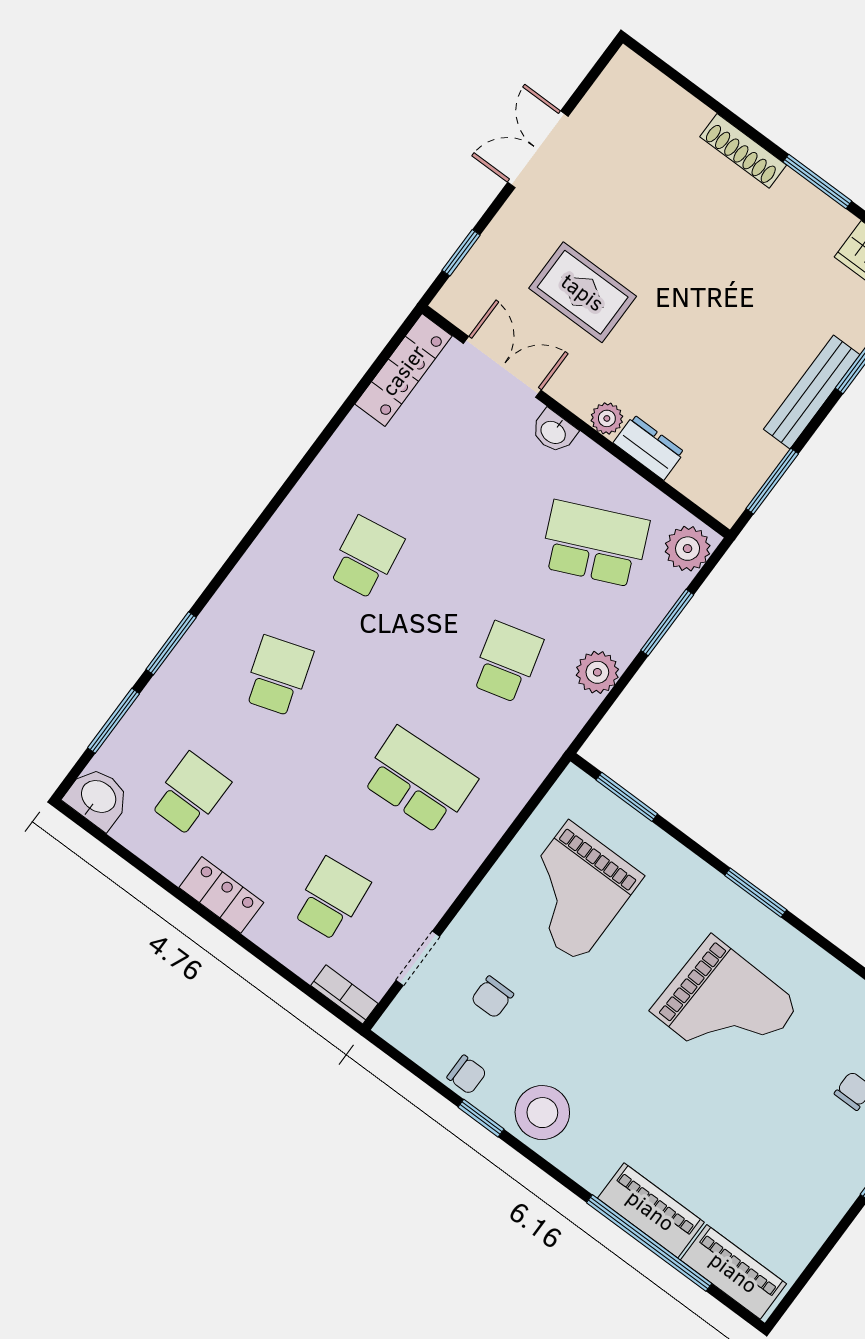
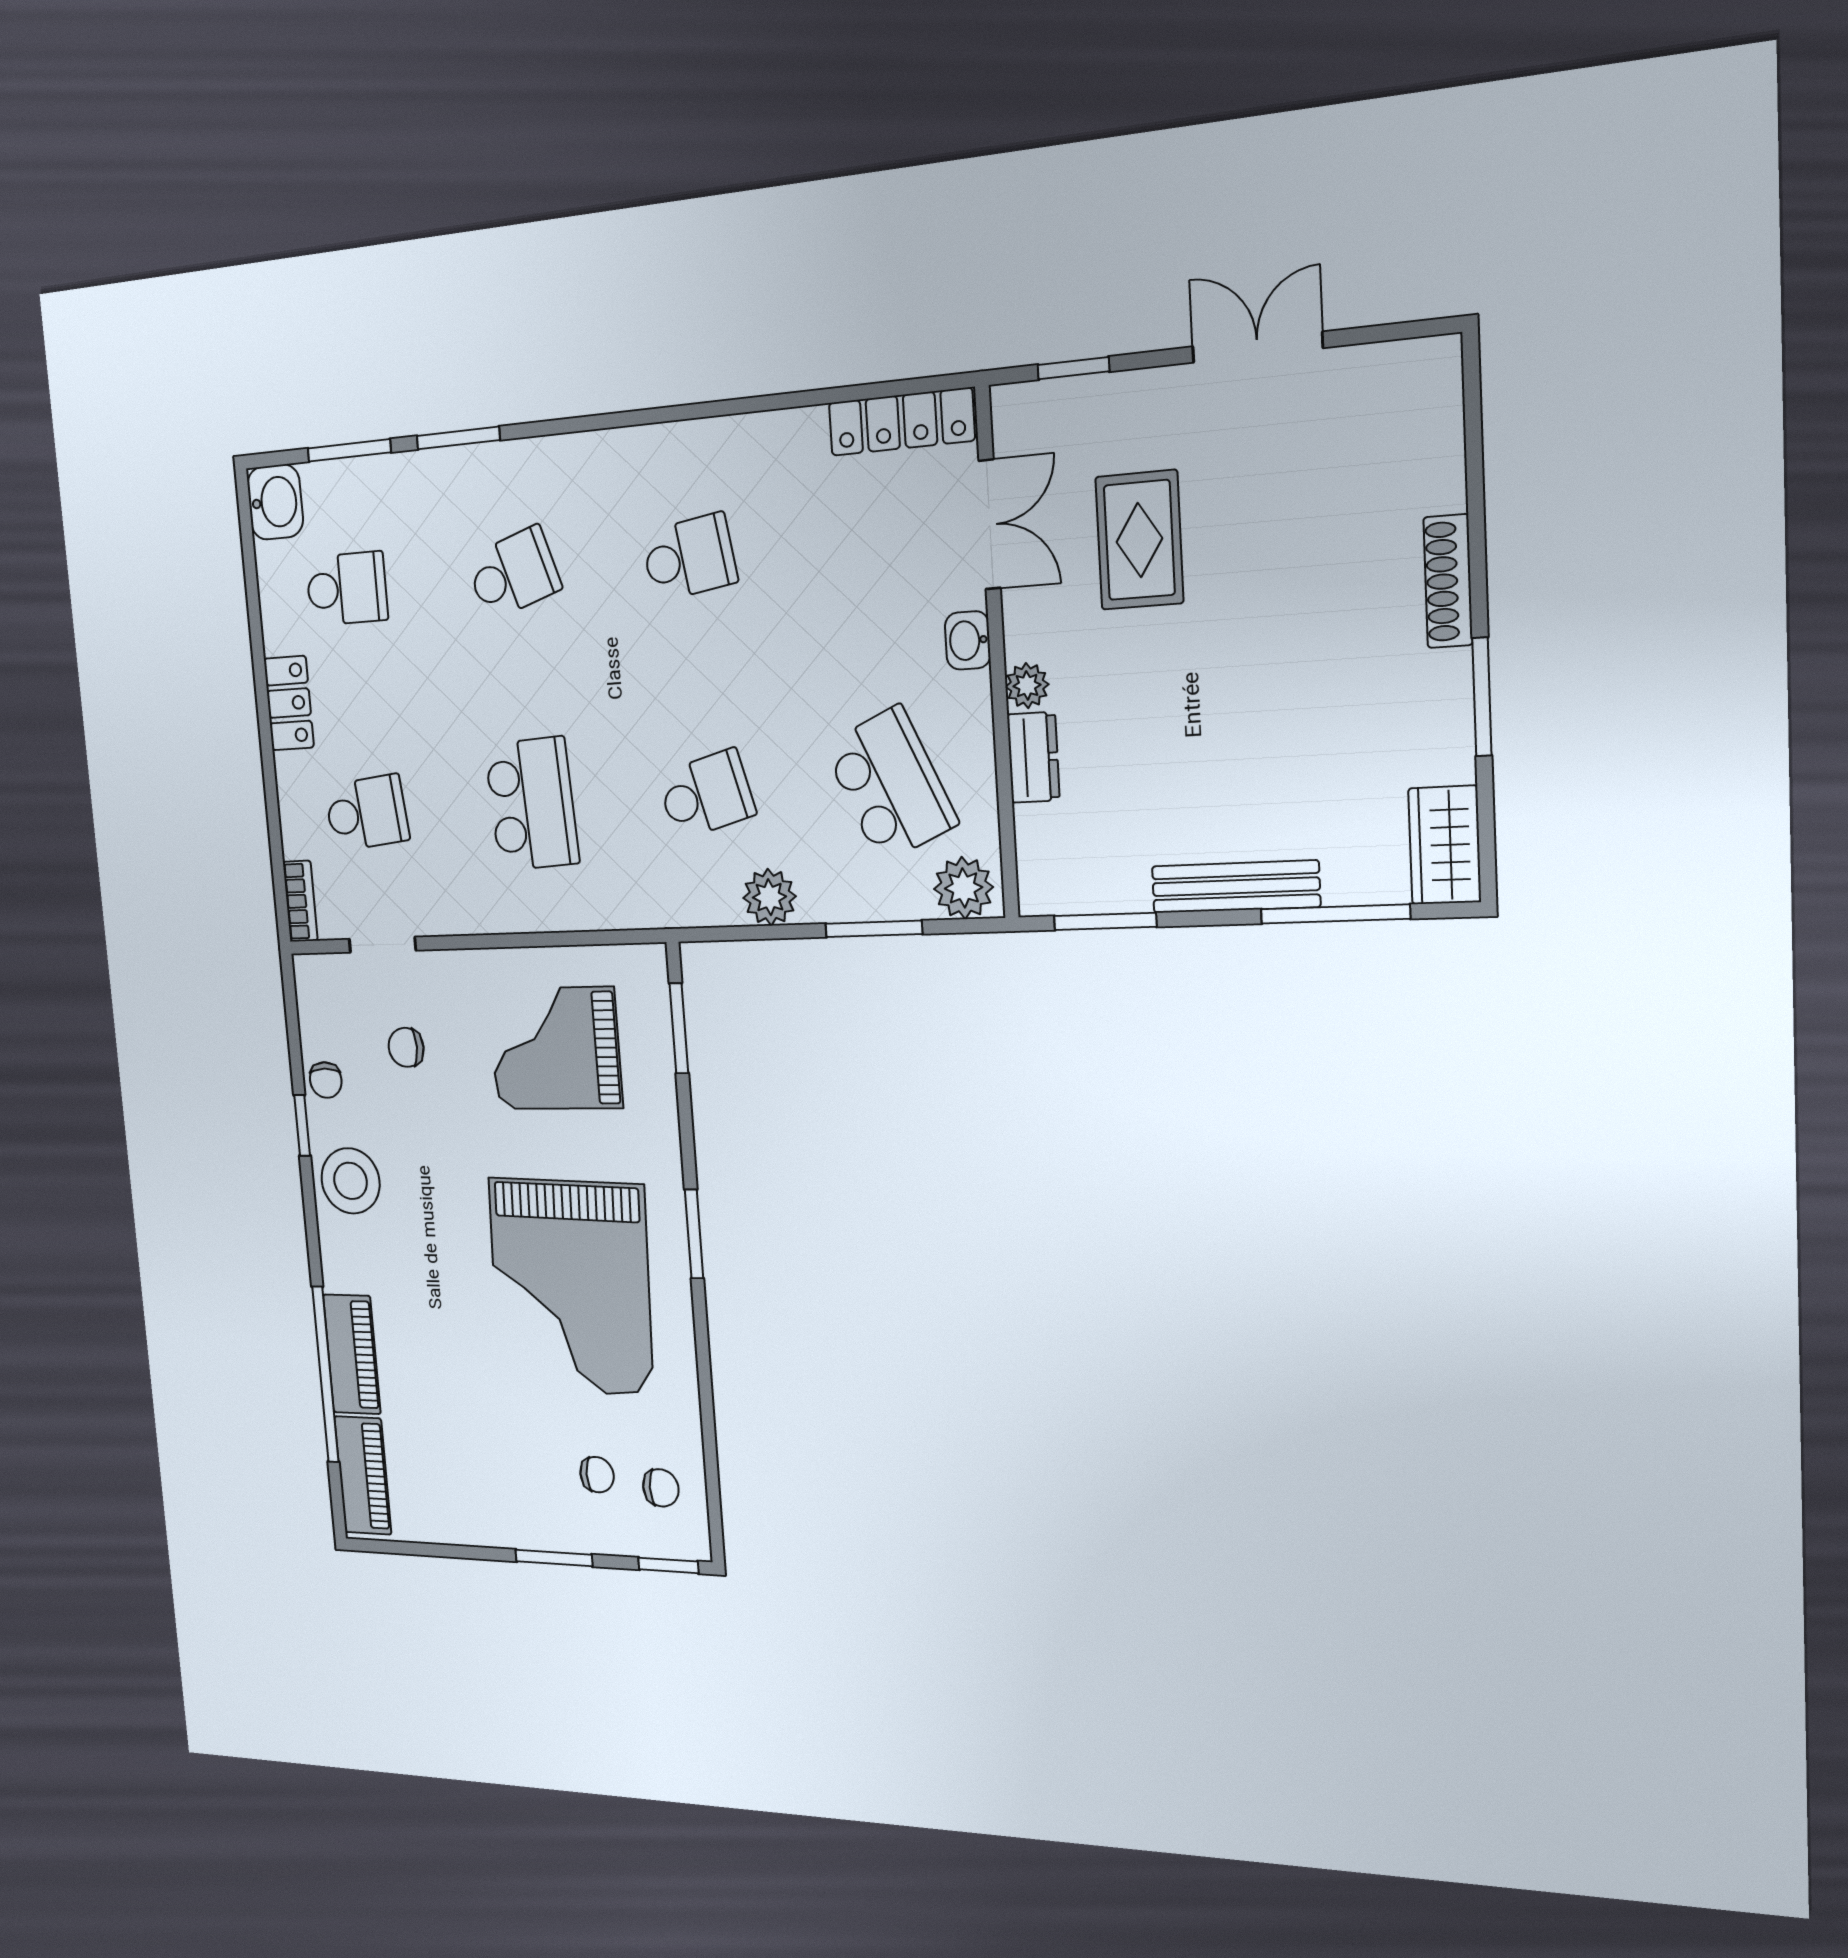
grand piano: (725, 1008) -> (571, 1287), width x1.37, depth x1.48

